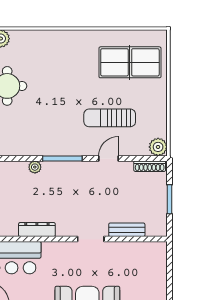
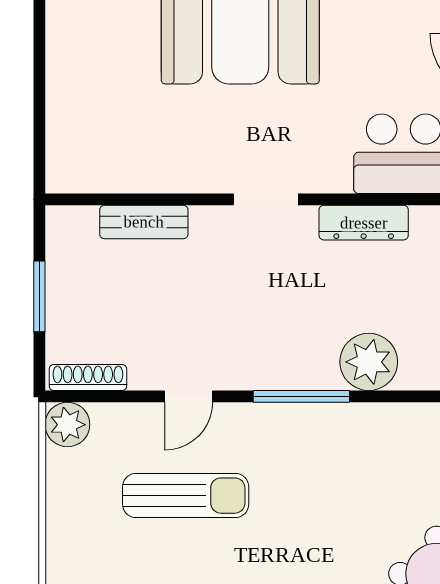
plant: (35, 167) -> (369, 362), width x1.88, depth x1.88
doorway: (91, 239) -> (266, 199), moved

